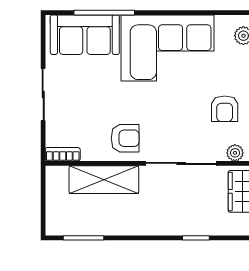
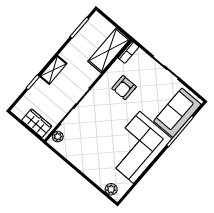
armchair: (225, 109) -> (83, 150), removed
armchair: (125, 138) -> (124, 88), moved
shelving: (104, 180) -> (109, 50), moved
shelving: (160, 226) -> (53, 70), added

